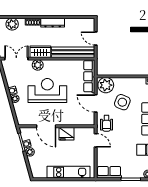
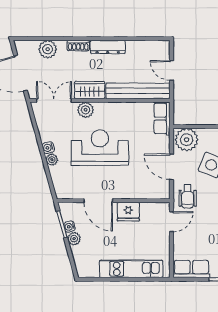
row of seats: (89, 76) -> (162, 119), width x0.68
door: (96, 140) -> (172, 222), hinge flipped

